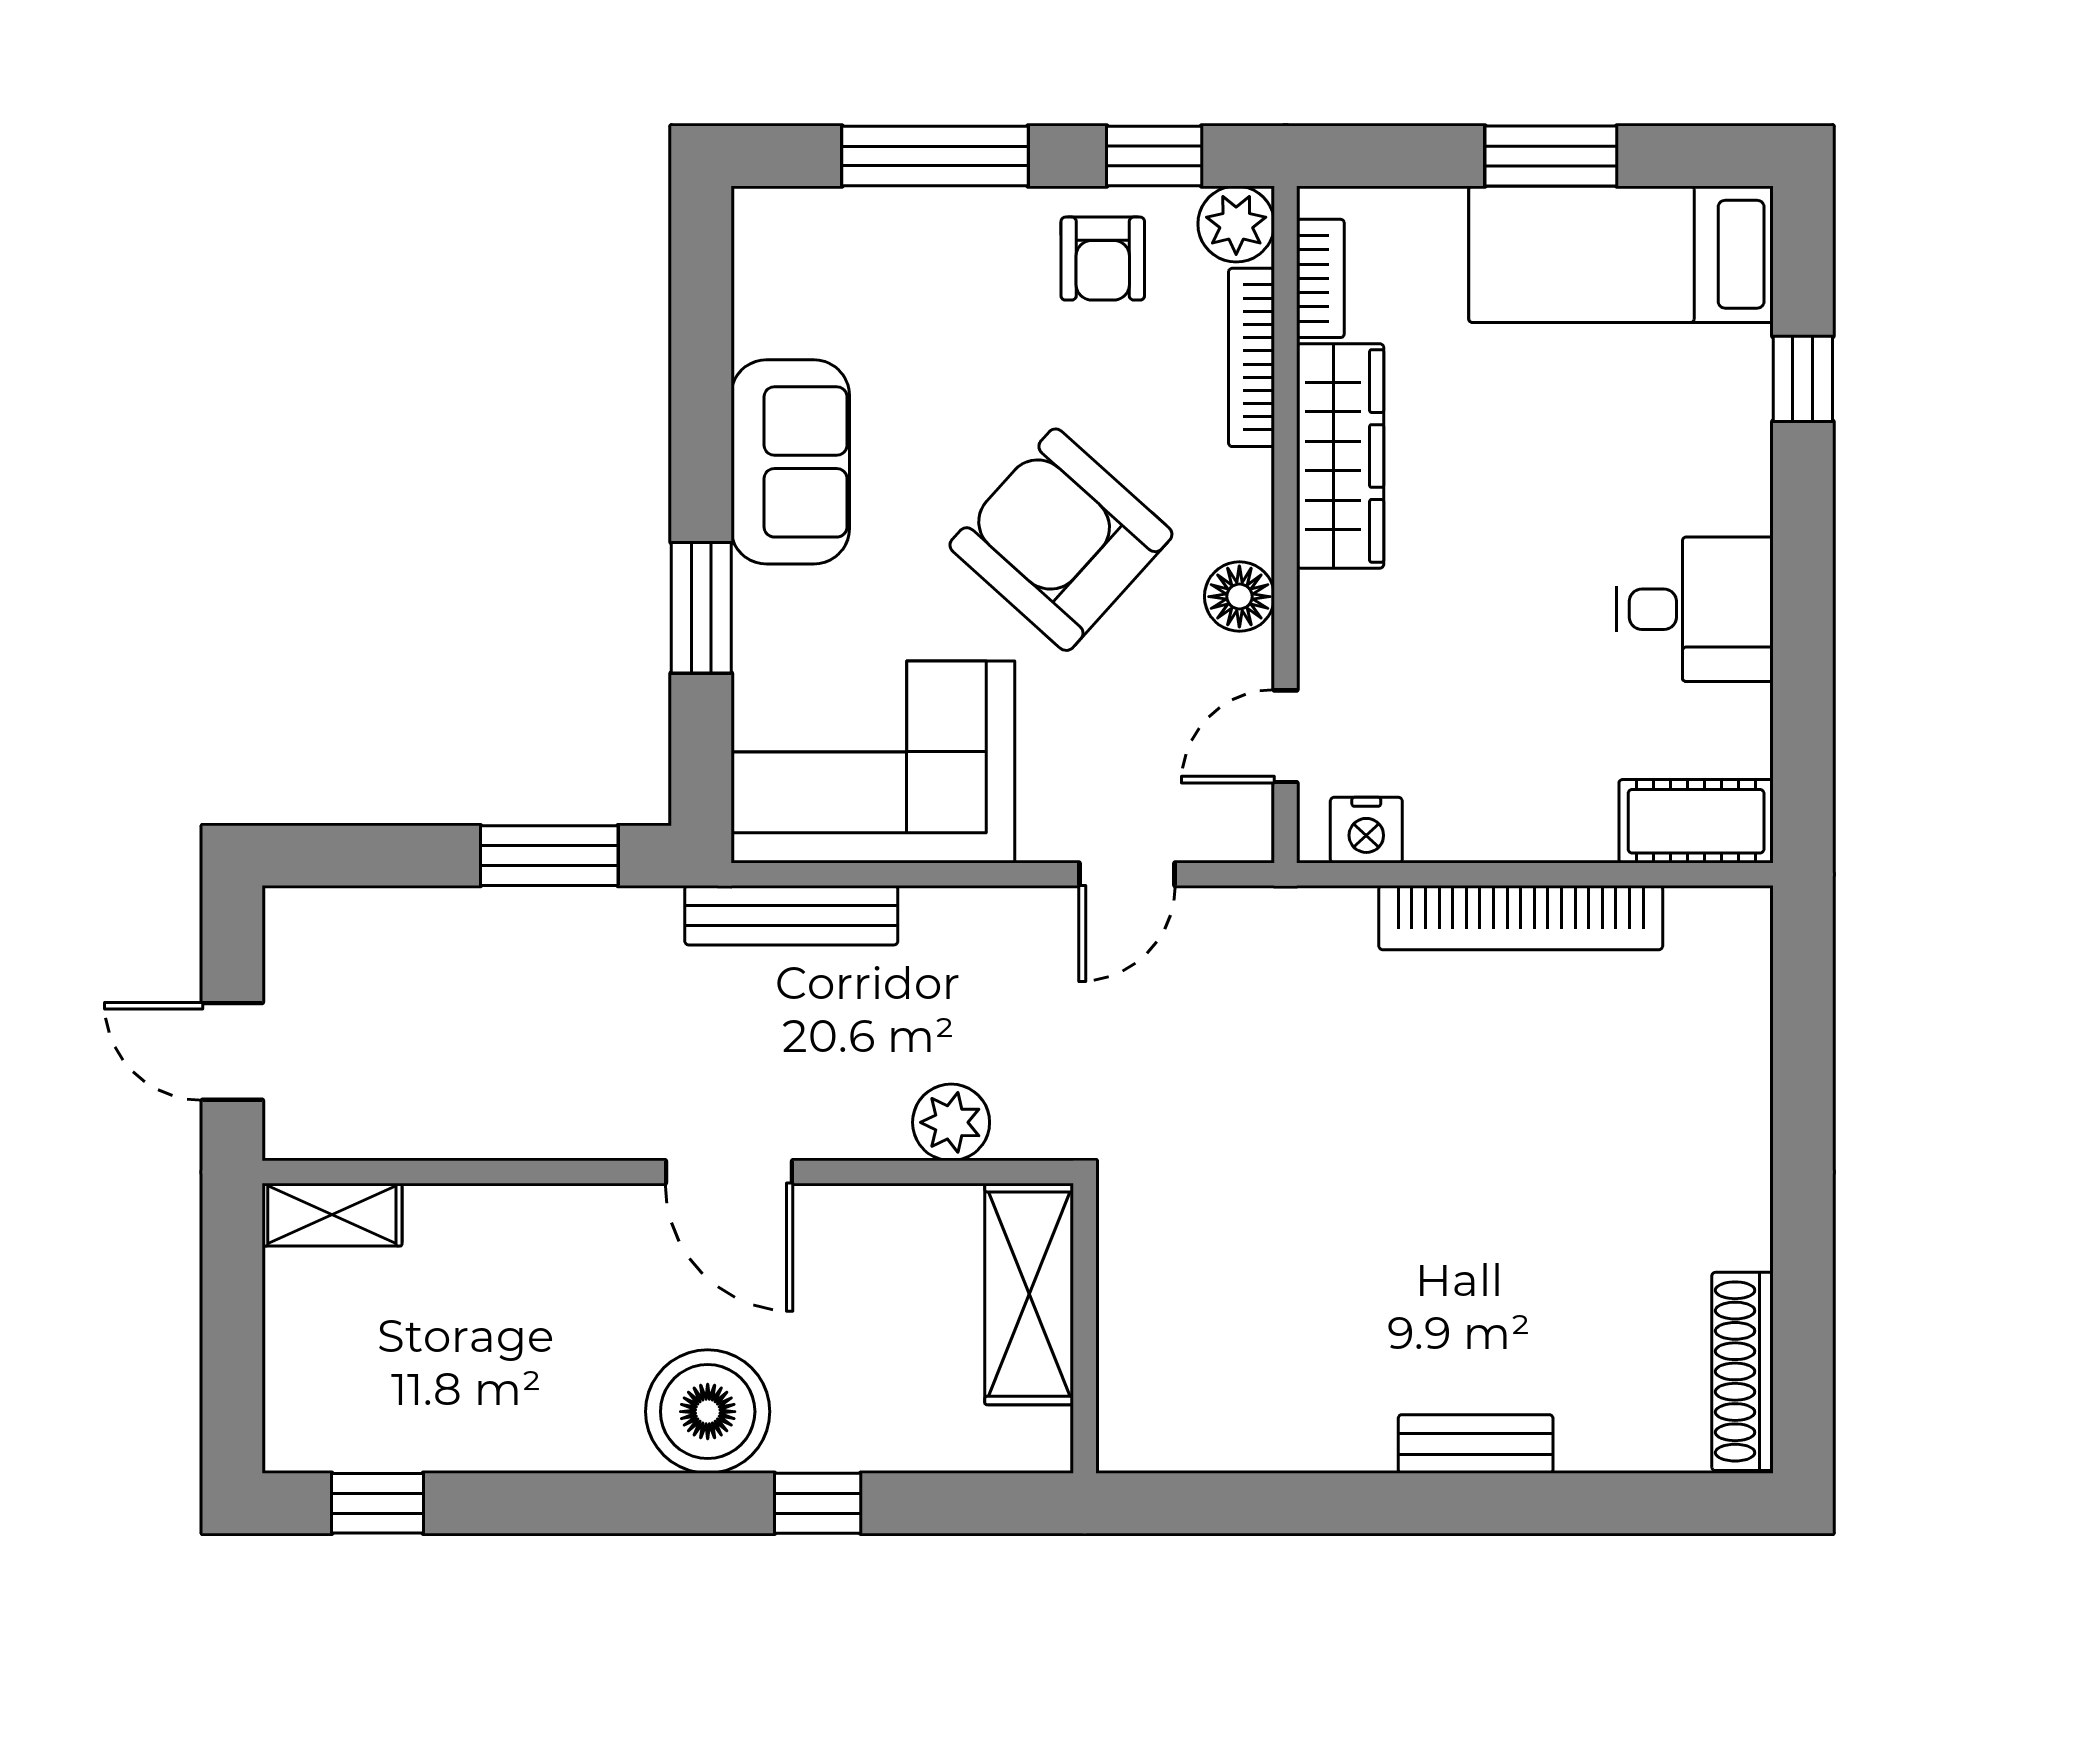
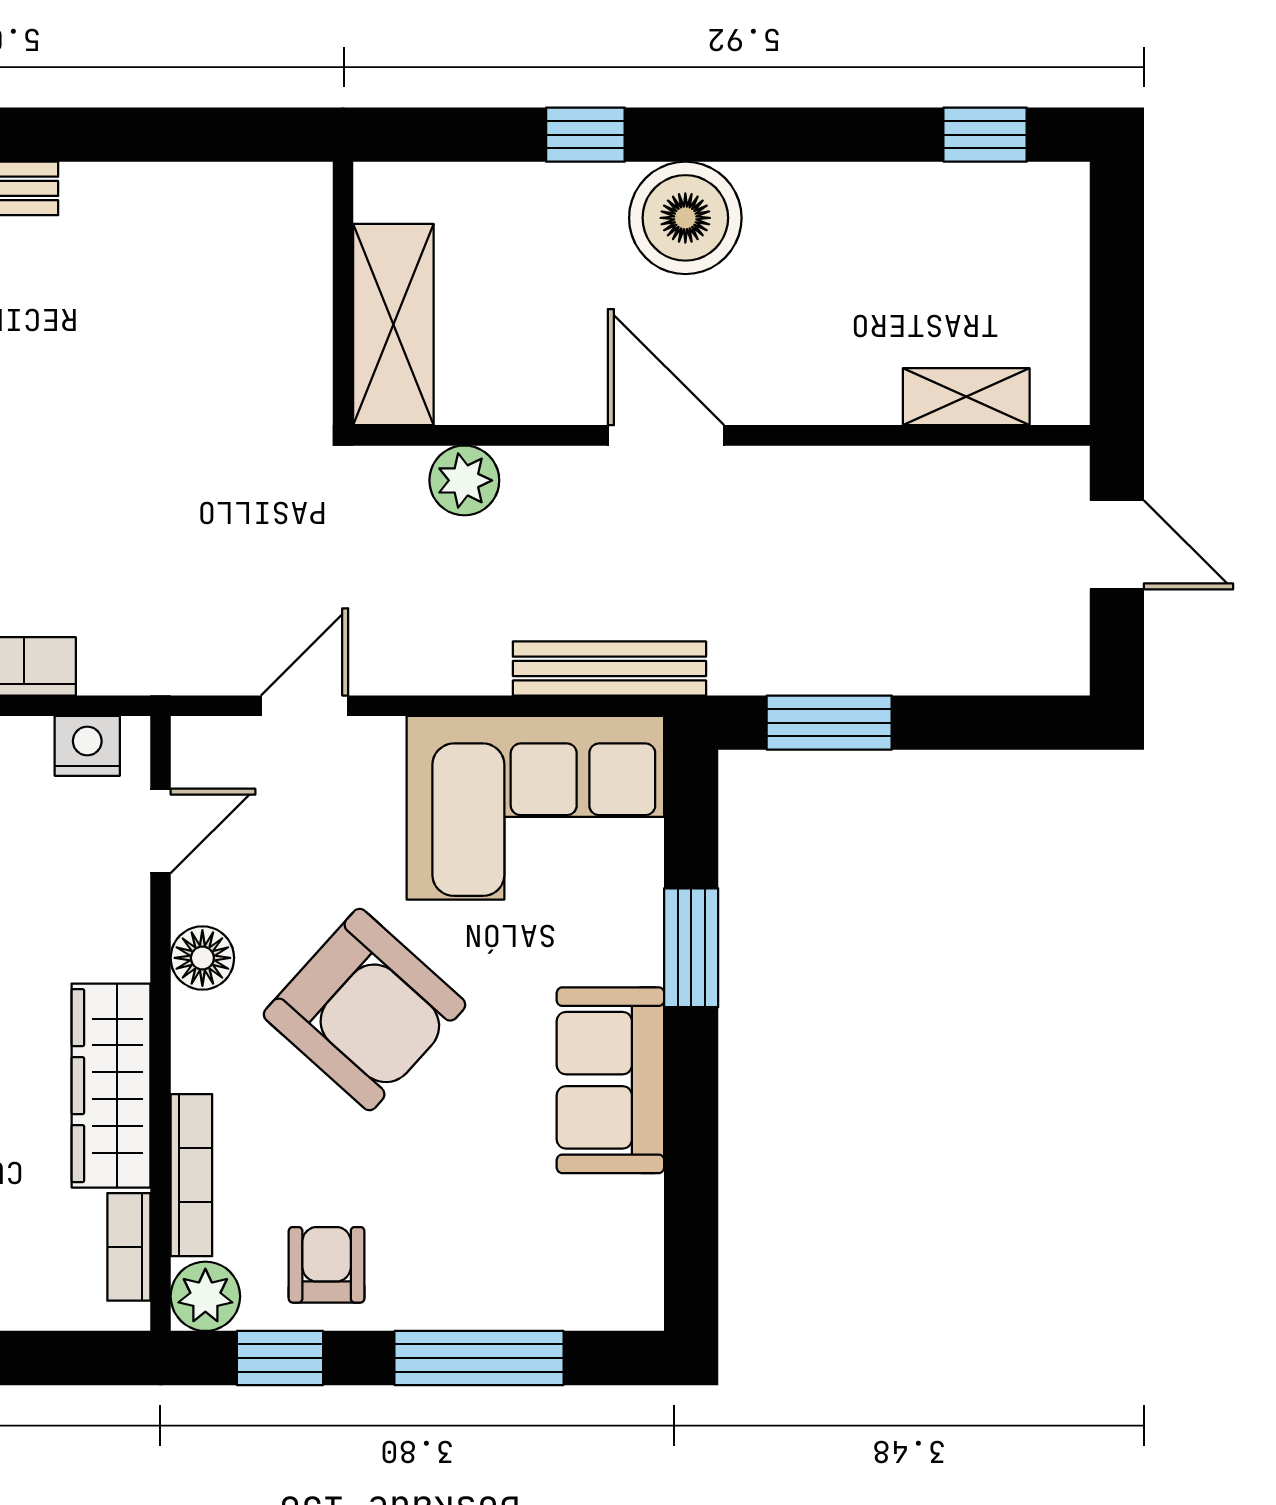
shelving: (332, 1215) -> (966, 397), moved

